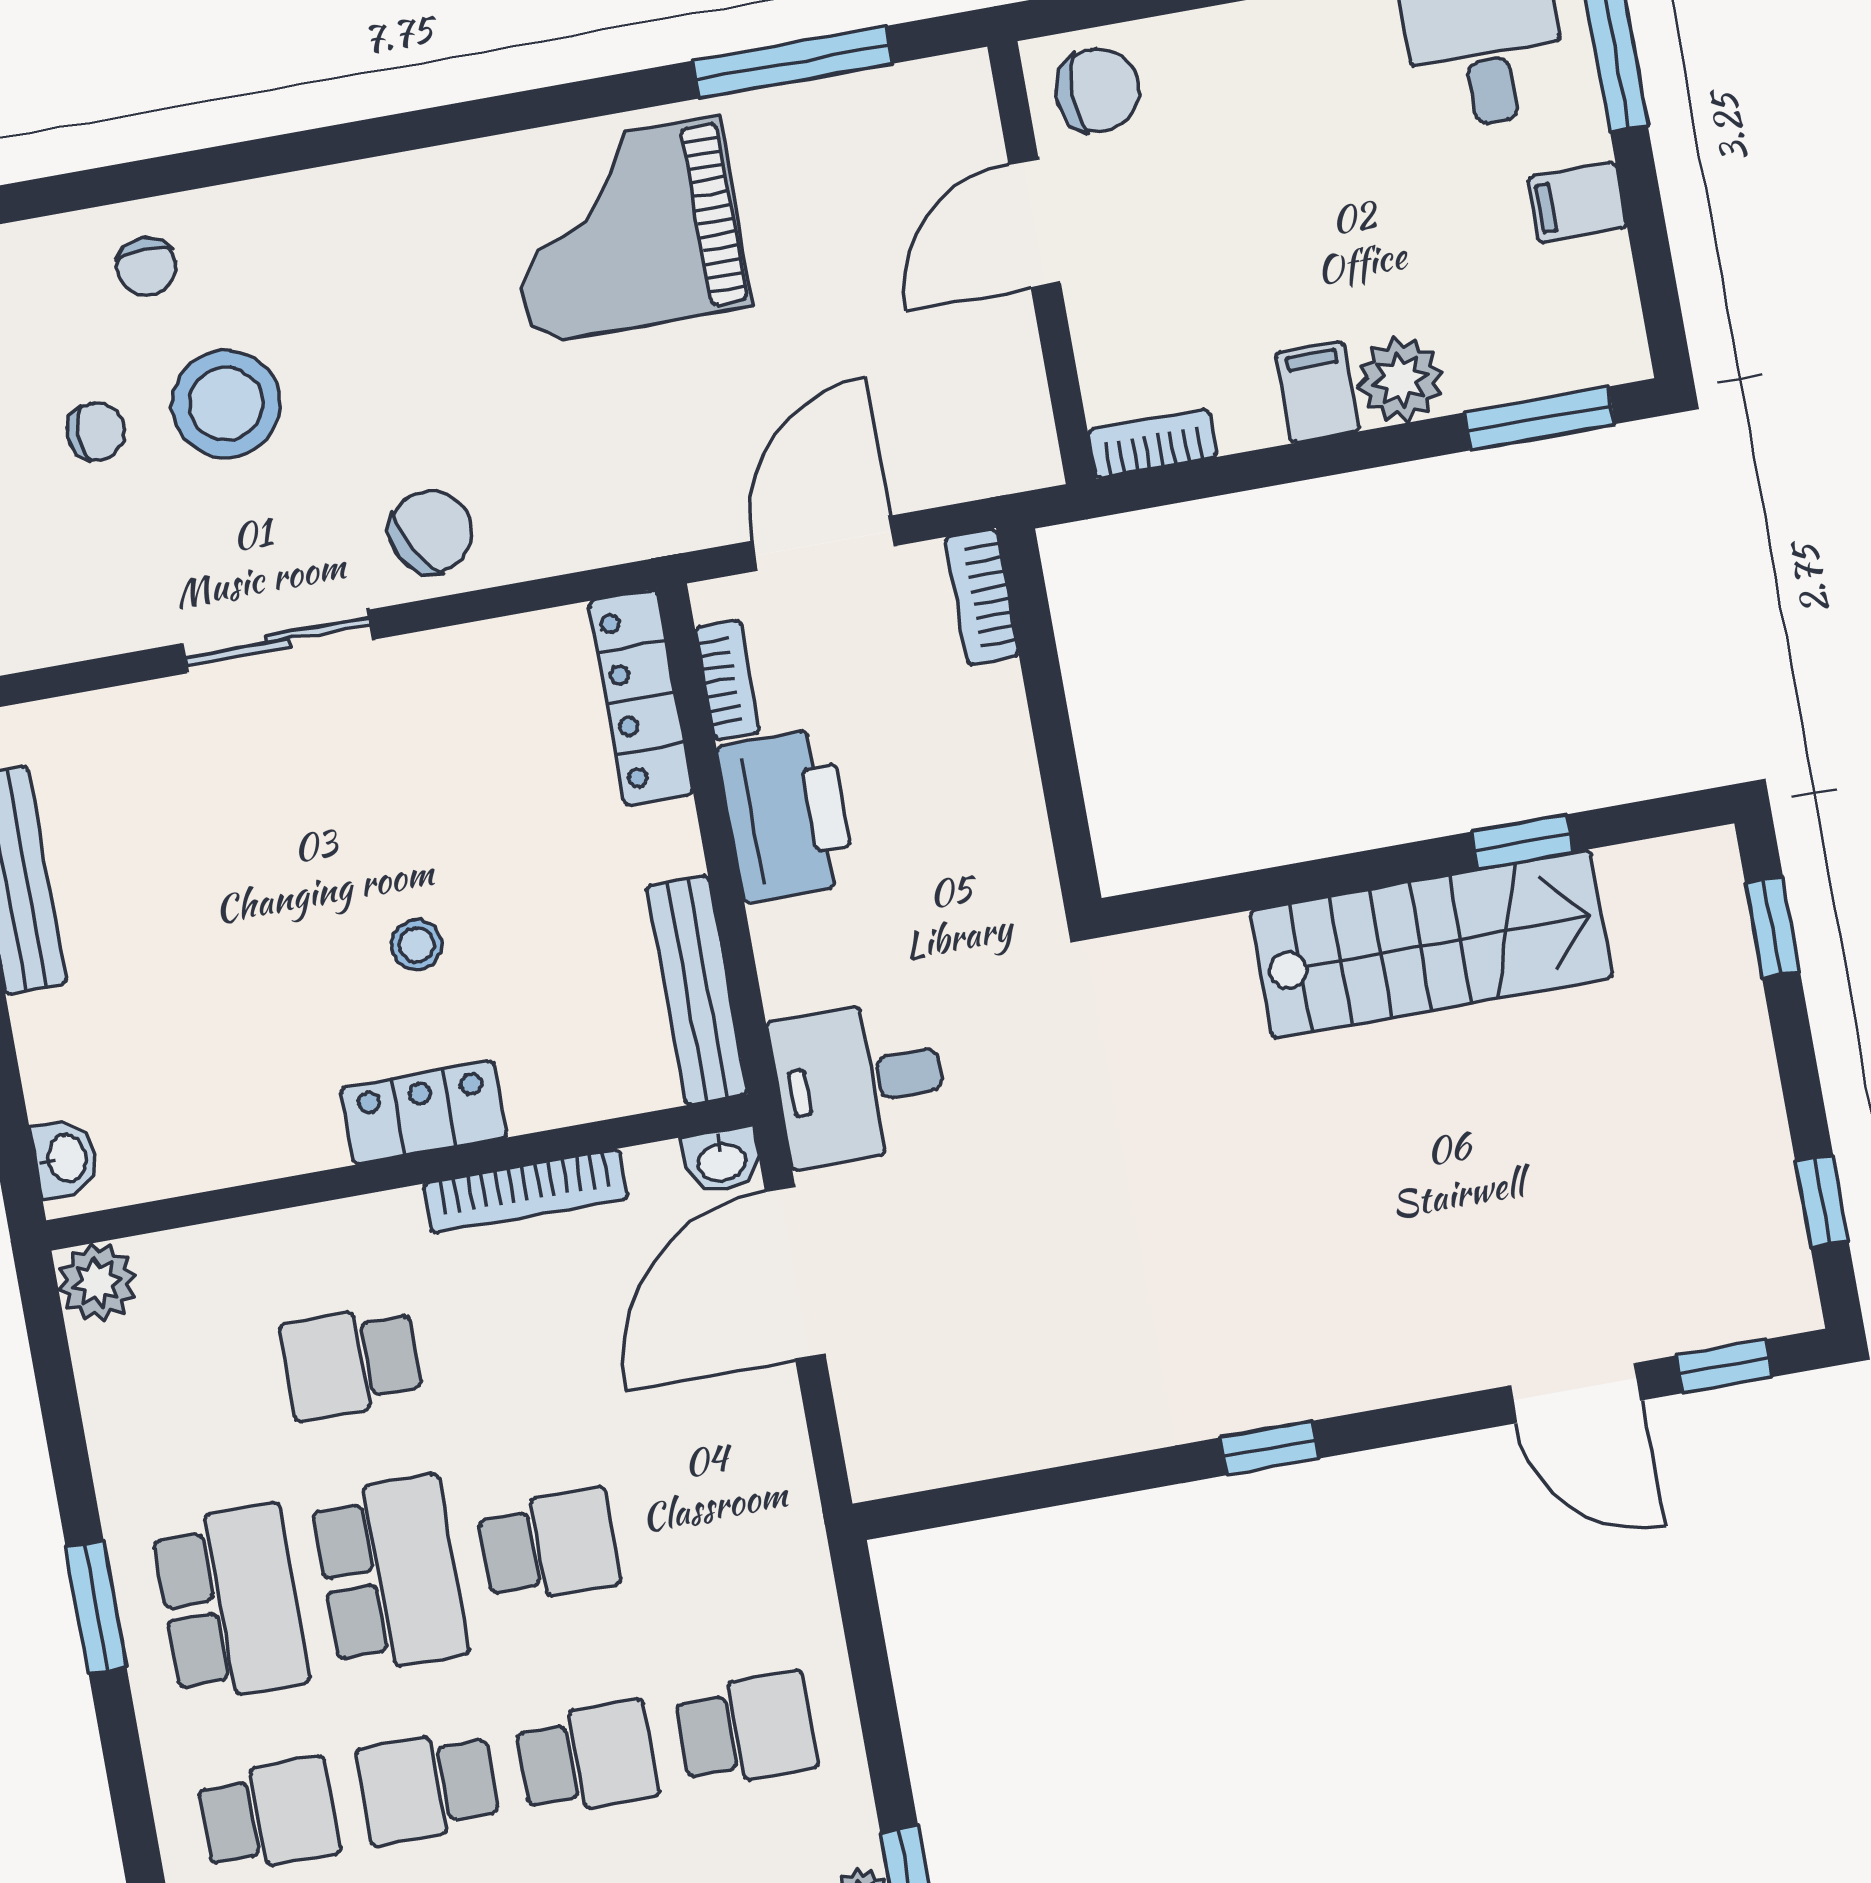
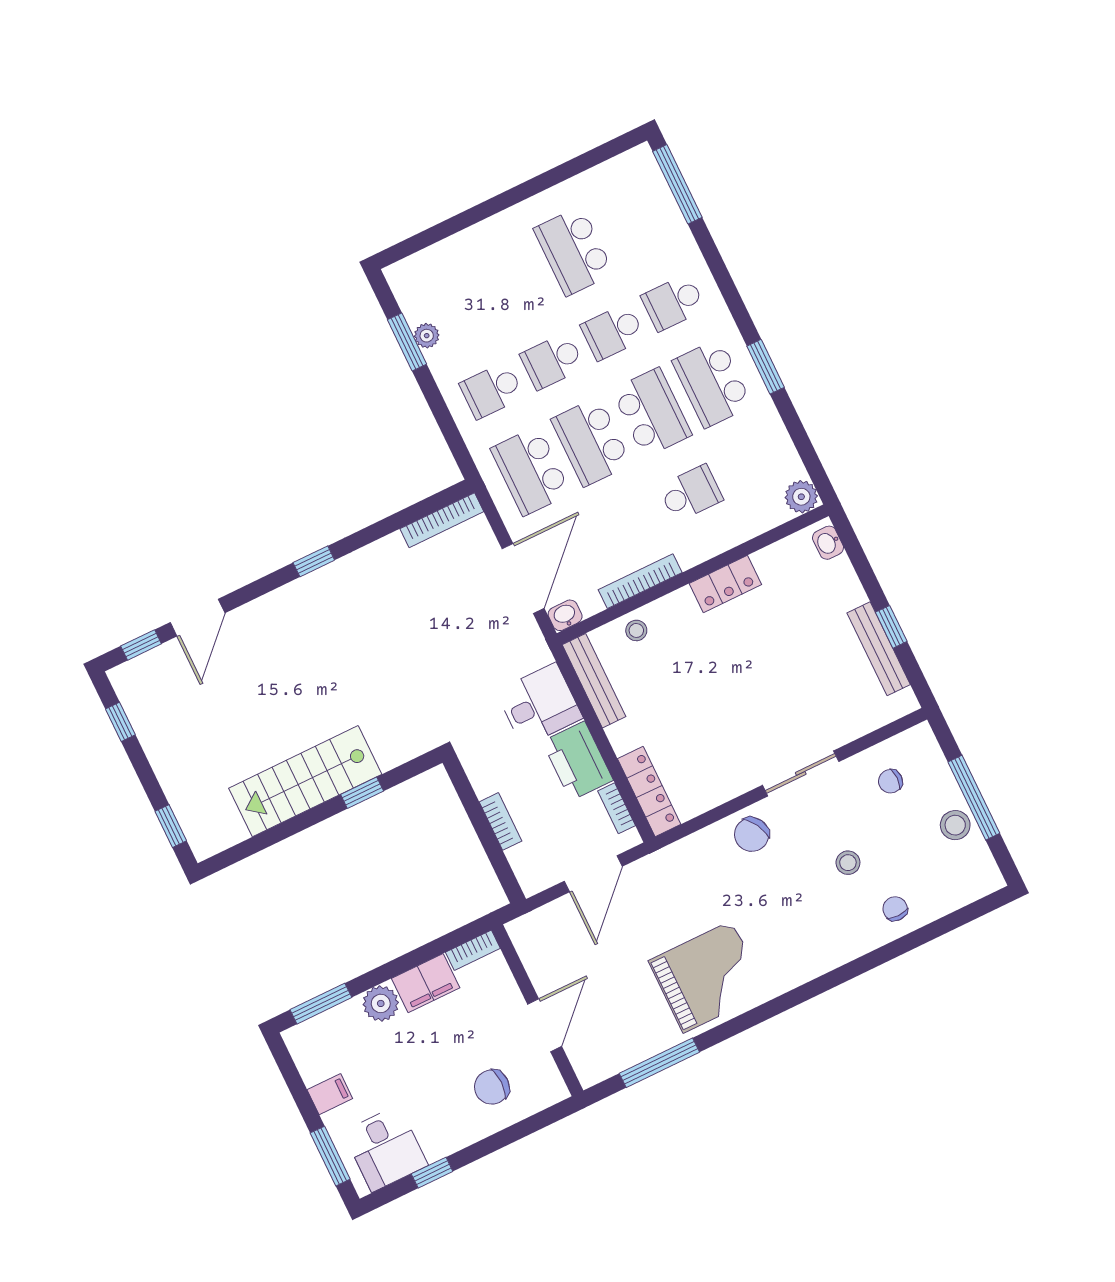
chair: (1098, 90) -> (492, 1087), moved
filing cabinet: (1317, 392) -> (426, 983), width x2.00
stool: (226, 404) -> (848, 863), width x0.53, depth x0.53
chair: (96, 431) -> (890, 781), moved
bookcase: (982, 596) -> (500, 821), moved
window: (1522, 842) -> (362, 793), moved
stool: (417, 945) -> (636, 630), moved
desk: (860, 1082) -> (539, 705), moved
locker: (423, 1113) -> (725, 584), moved
door: (1575, 1393) -> (198, 618), swing flipped
bookcase: (946, 1461) -> (442, 520), added
school desk: (708, 1517) -> (531, 471), added
school desk: (549, 1546) -> (591, 442), width x1.85
school desk: (390, 1575) -> (652, 412), turned 180
school desk: (428, 1787) -> (613, 332), turned 180

